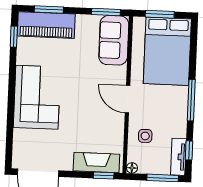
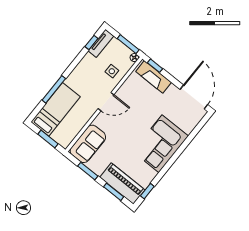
window: (106, 12) -> (88, 171), moved
bed: (167, 51) -> (56, 109), width x0.67
door: (127, 99) -> (106, 102), hinge flipped
window: (191, 100) -> (54, 89), moved
window: (163, 178) -> (128, 44), moved

